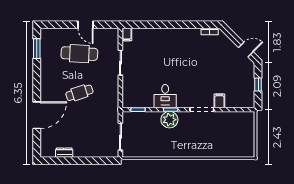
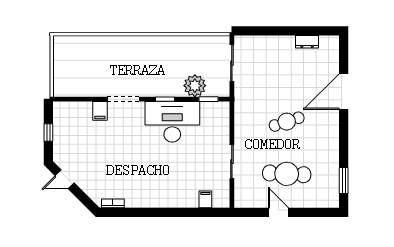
filing cabinet: (127, 34) -> (205, 199), moved
desk: (165, 96) -> (172, 122), width x1.87, depth x1.30
plant: (169, 120) -> (195, 86), moved

